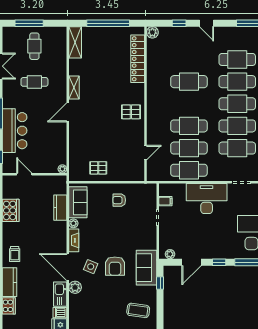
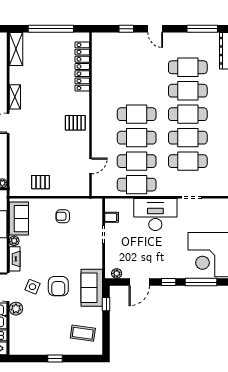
plant: (152, 32) -> (98, 38), removed
cafe table: (189, 82) -> (137, 114), moved

